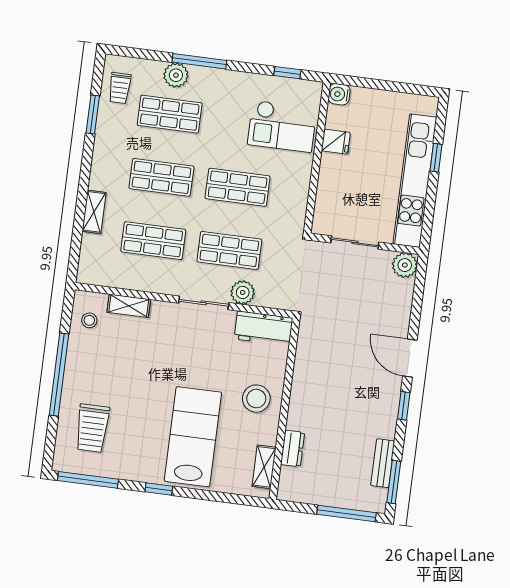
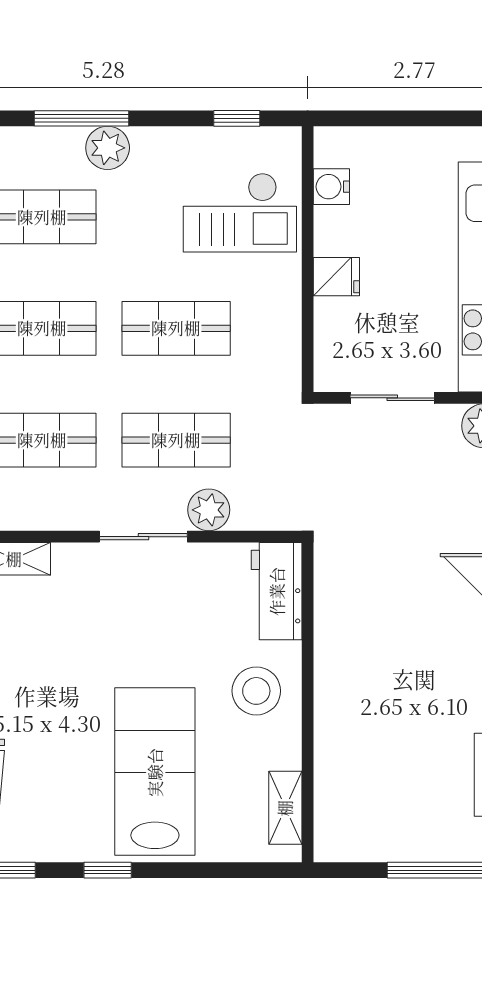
plant: (176, 75) -> (108, 148), moved
water cooler: (339, 94) -> (331, 187), moved
fridge: (336, 142) -> (336, 277), moved
workbench: (263, 328) -> (277, 591), moved, turned 90
dresser: (293, 448) -> (331, 769), removed

